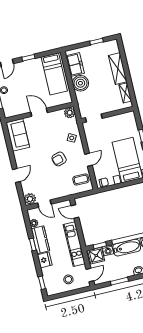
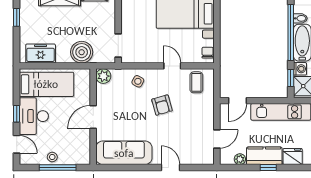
desk: (30, 70) -> (34, 116), added
boiler: (80, 83) -> (82, 52), moved
sofa: (18, 135) -> (124, 153), width x1.36
plant: (30, 199) -> (206, 157), removed

